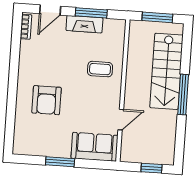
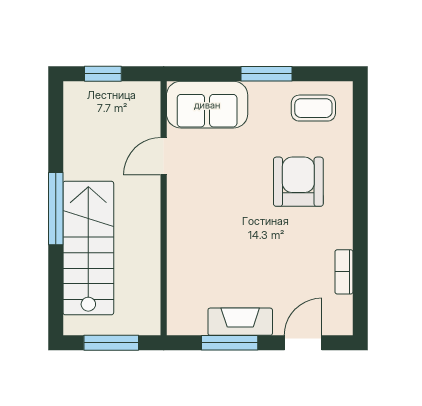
bookcase: (26, 27) -> (344, 272), moved
coffee table: (100, 69) -> (313, 108), moved

